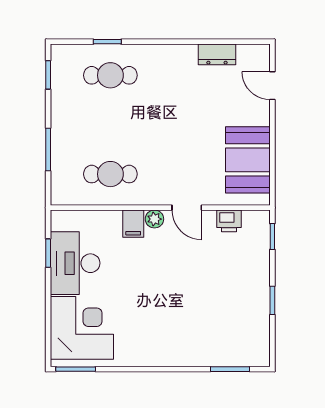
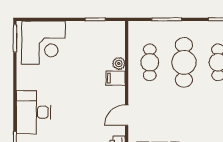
cafe table: (110, 125) -> (184, 62), added
plant: (154, 219) -> (119, 63), moved
desk: (75, 263) -> (34, 112), moved, turned -90

